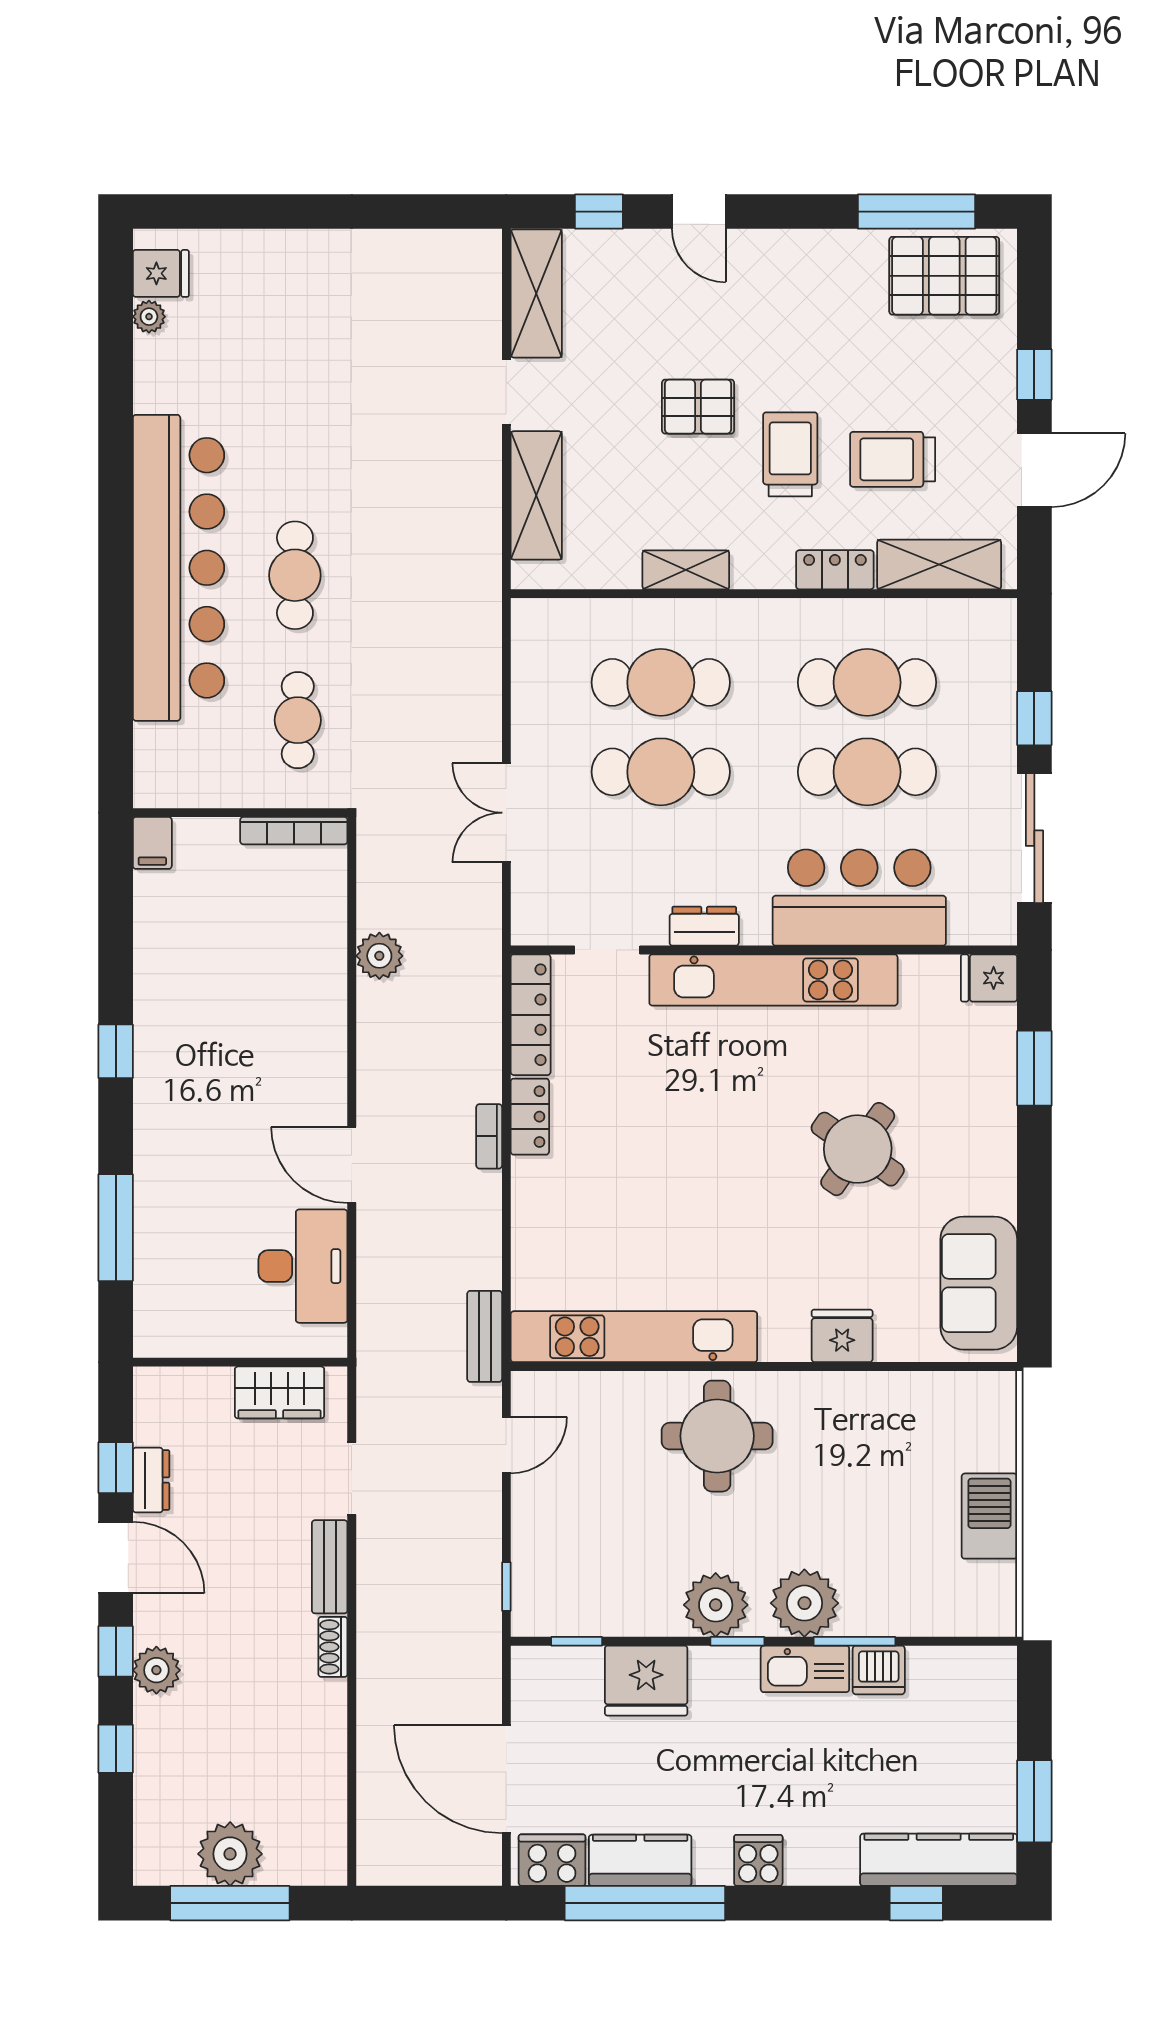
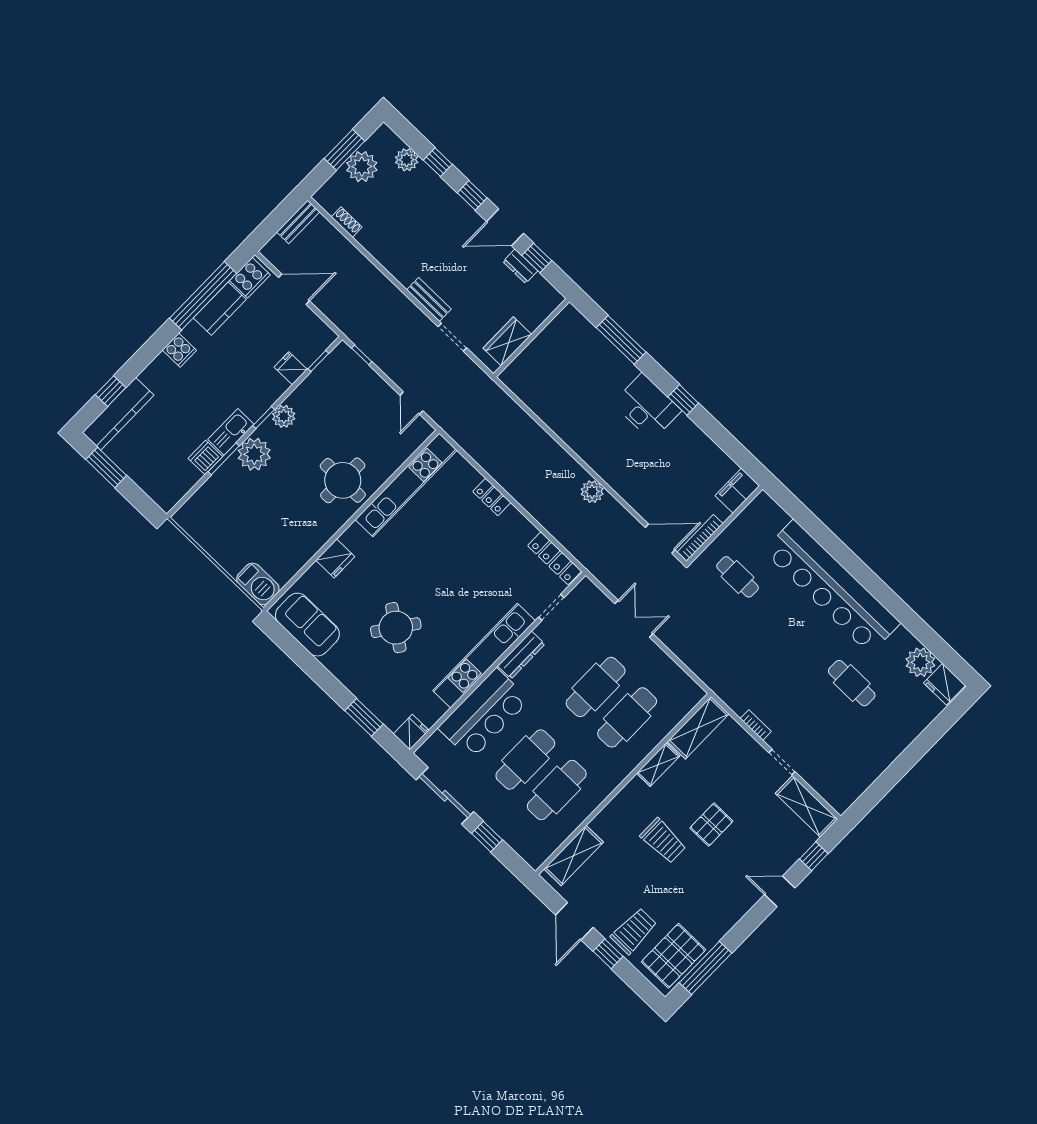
fridge: (161, 273) -> (945, 684), width x1.38
plant: (149, 317) -> (920, 662), width x1.87, depth x1.87
trolley: (893, 459) -> (634, 931), moved
shelving: (536, 495) -> (698, 728), moved, turned 90
locker: (835, 570) -> (607, 817), removed
cafe table: (295, 575) -> (852, 683), moved
filing cabinet: (152, 843) -> (737, 491), width x2.00
dresser: (704, 926) -> (521, 655), width x1.44
plant: (379, 956) -> (592, 492), moved
locker: (530, 1117) -> (492, 497), moved
bookcase: (489, 1136) -> (756, 725), moved
door: (352, 1165) -> (660, 539), moved
desk: (303, 1266) -> (647, 407), moved, turned 180
bench: (485, 1336) -> (298, 222), moved, turned 90
barbecue: (989, 1516) -> (258, 584), moved
plant: (716, 1605) -> (284, 416), width x0.73, depth x0.73
shoe rack: (333, 1647) -> (347, 222), moved
plant: (156, 1670) -> (407, 160), moved
fridge: (646, 1681) -> (291, 368), width x0.53, depth x0.75
door: (506, 1779) -> (294, 289), width x0.73
window: (230, 1903) -> (345, 150), width x0.69

